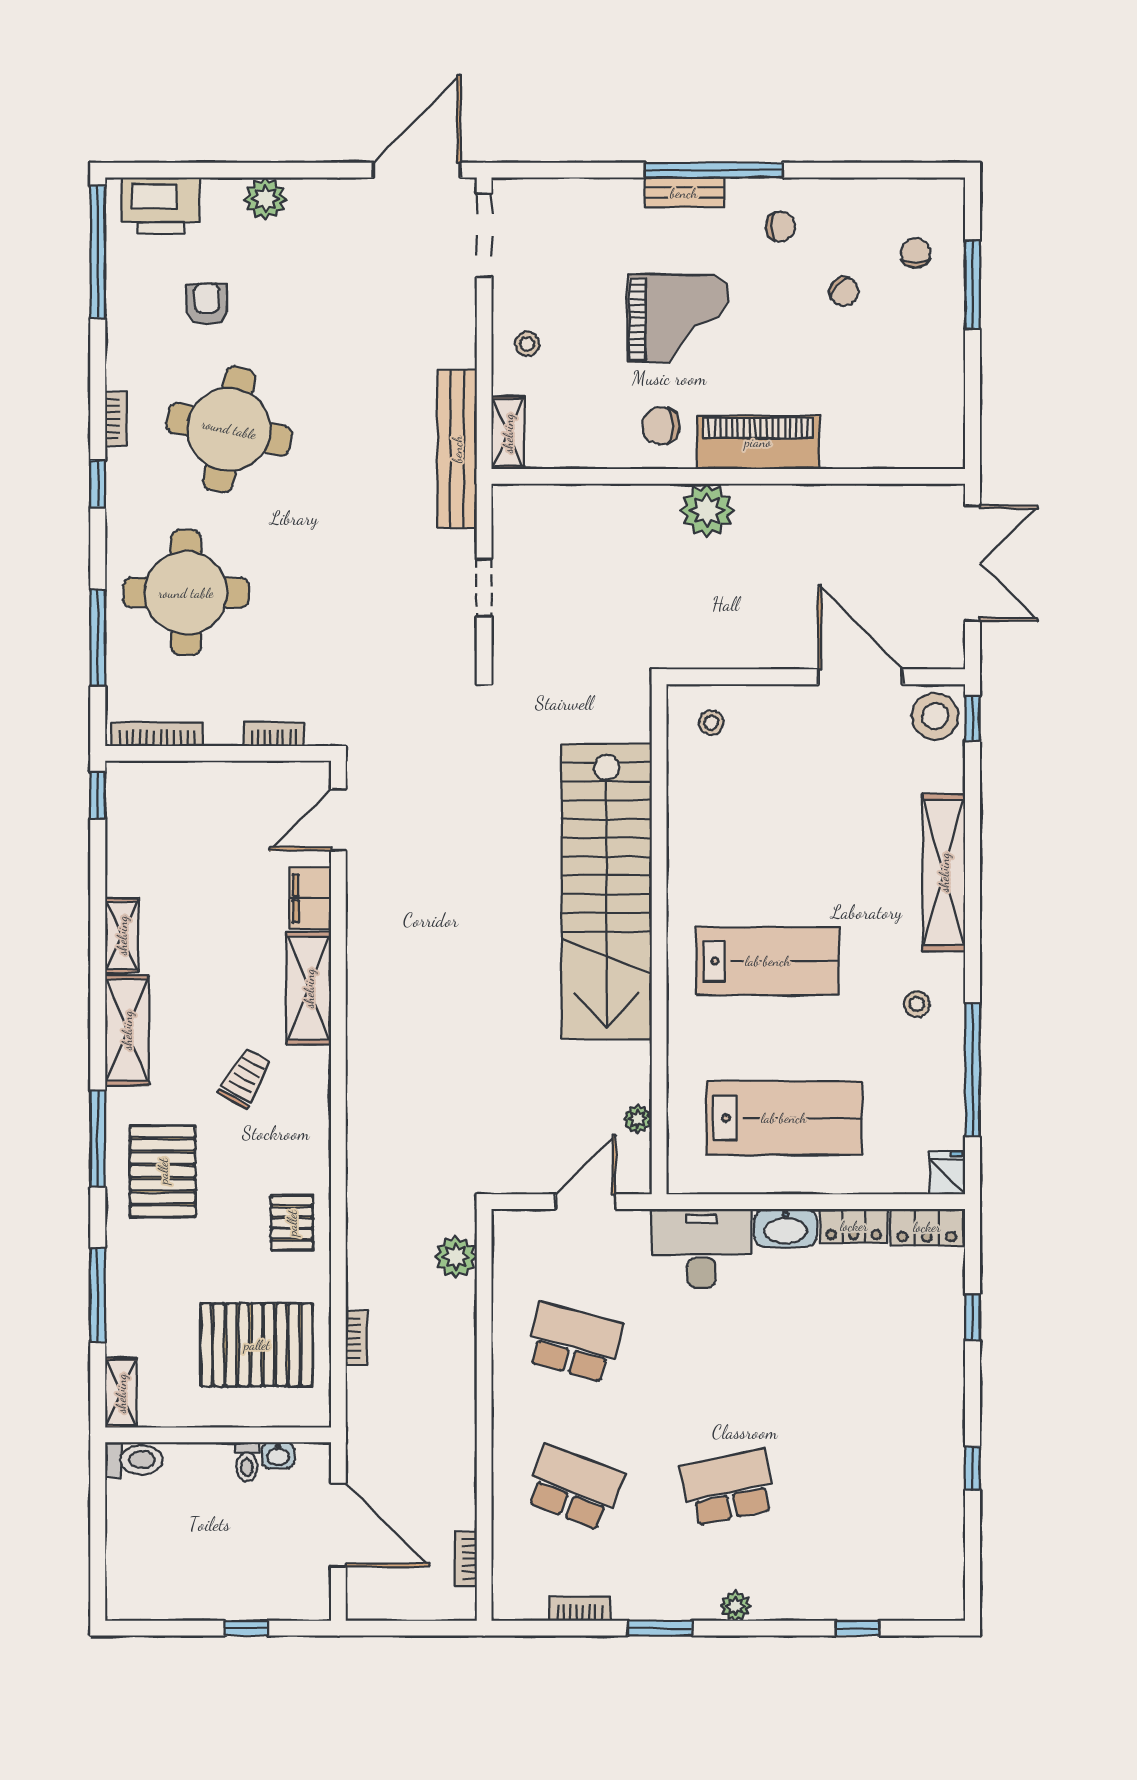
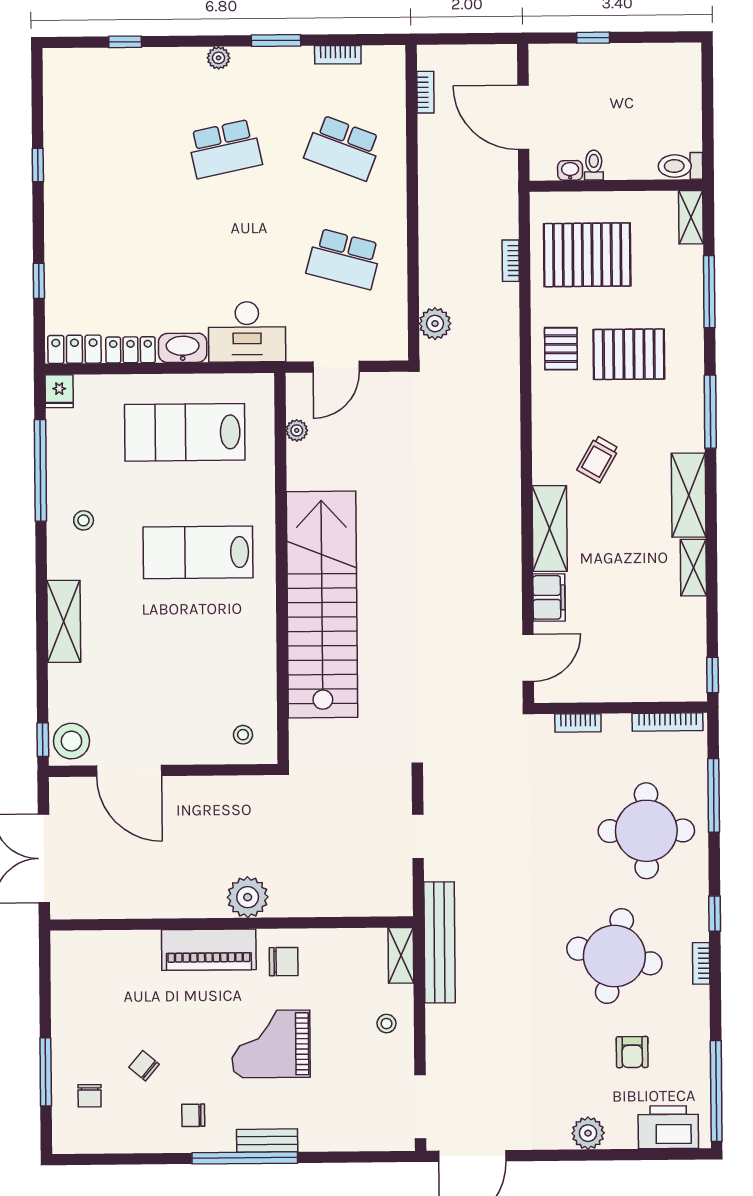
shelving: (944, 872) -> (64, 621), width x0.68
pallet: (163, 1171) -> (629, 354), moved, turned 90

